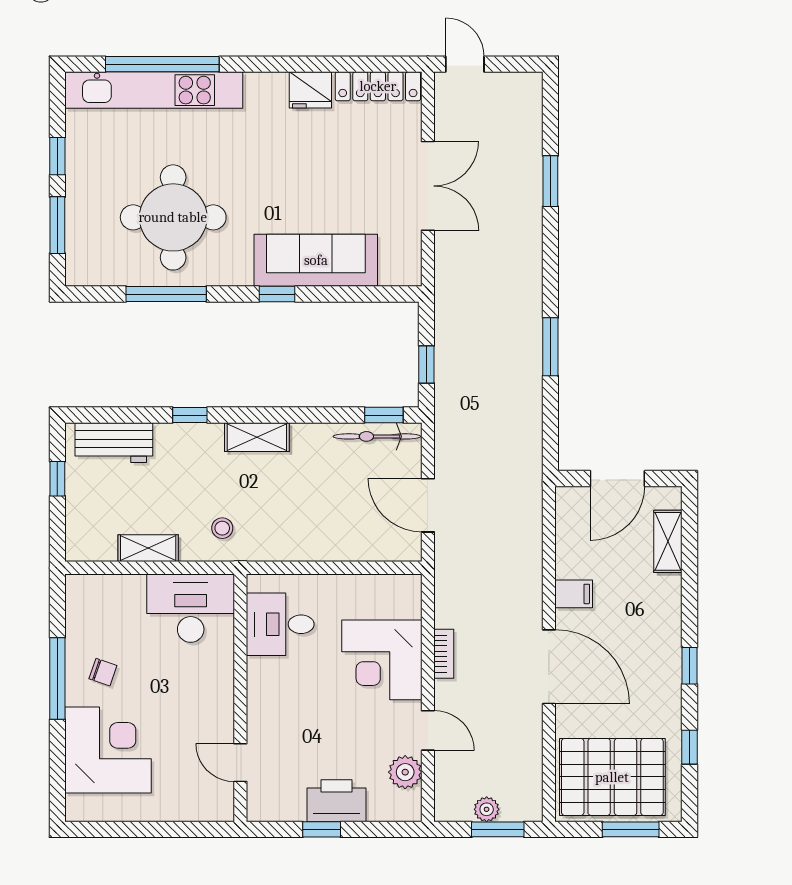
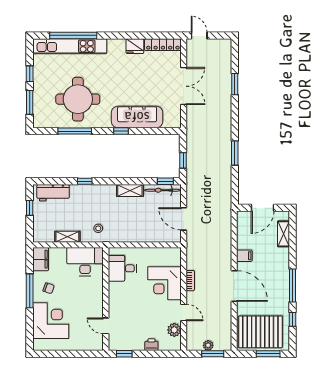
shelving: (257, 437) -> (130, 191), moved
filing cabinet: (84, 602) -> (41, 259), added
window: (690, 666) -> (293, 286), width x2.17
printer: (336, 801) -> (151, 345), width x0.53, depth x0.68
window: (322, 829) -> (124, 354), moved

